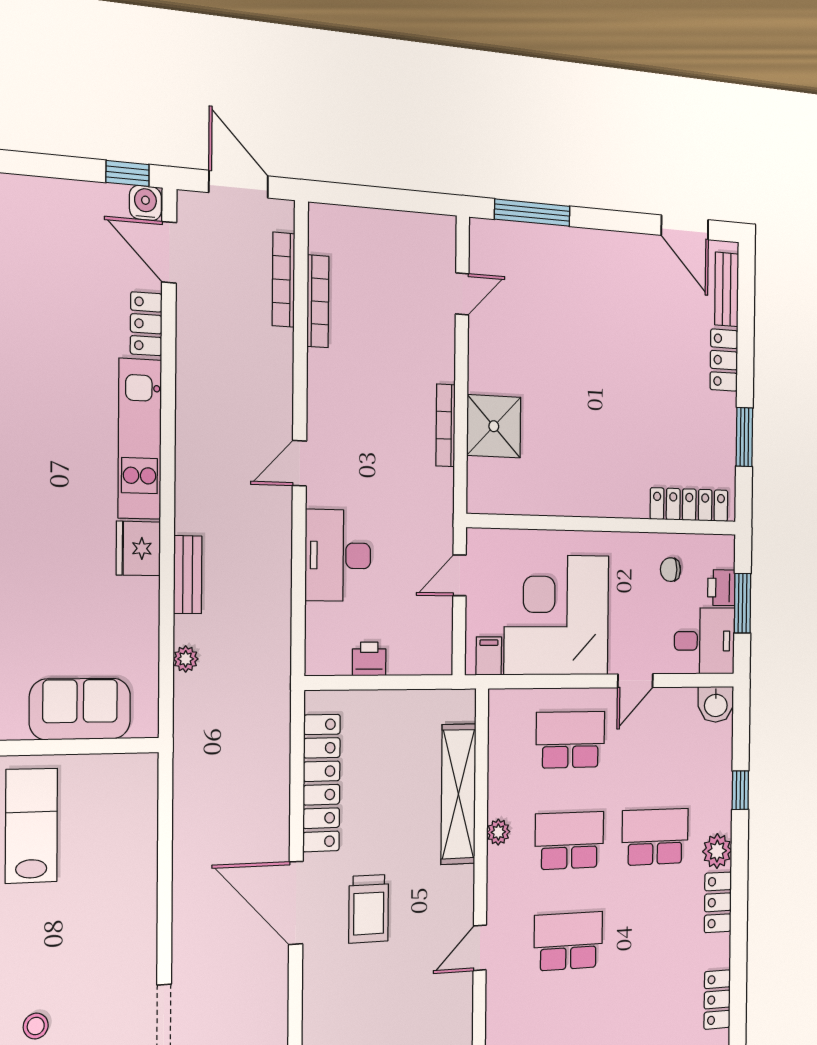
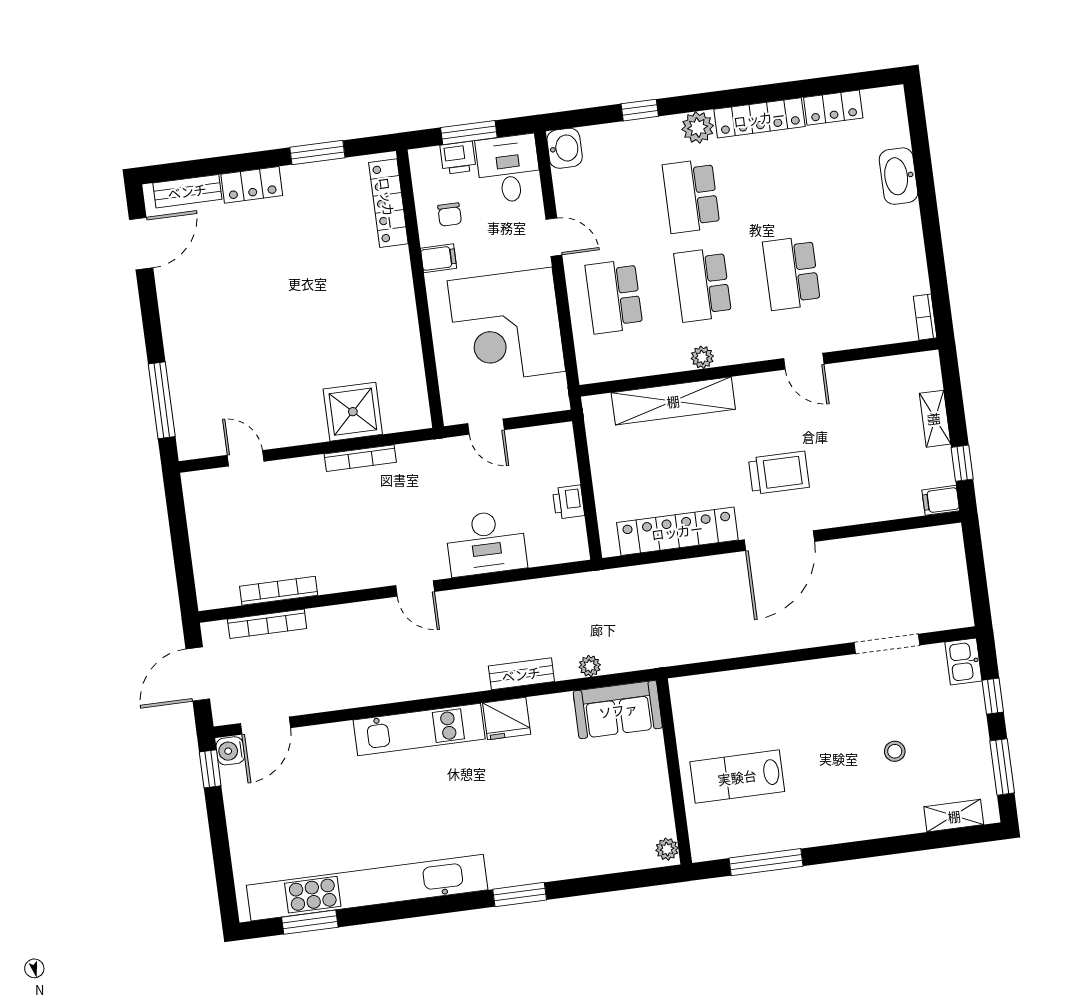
locker: (146, 324) -> (326, 737), removed
filing cabinet: (489, 656) -> (438, 258), moved, turned 180
sofa: (80, 709) -> (618, 710), moved, turned -90
locker: (718, 902) -> (759, 118), width x1.53

